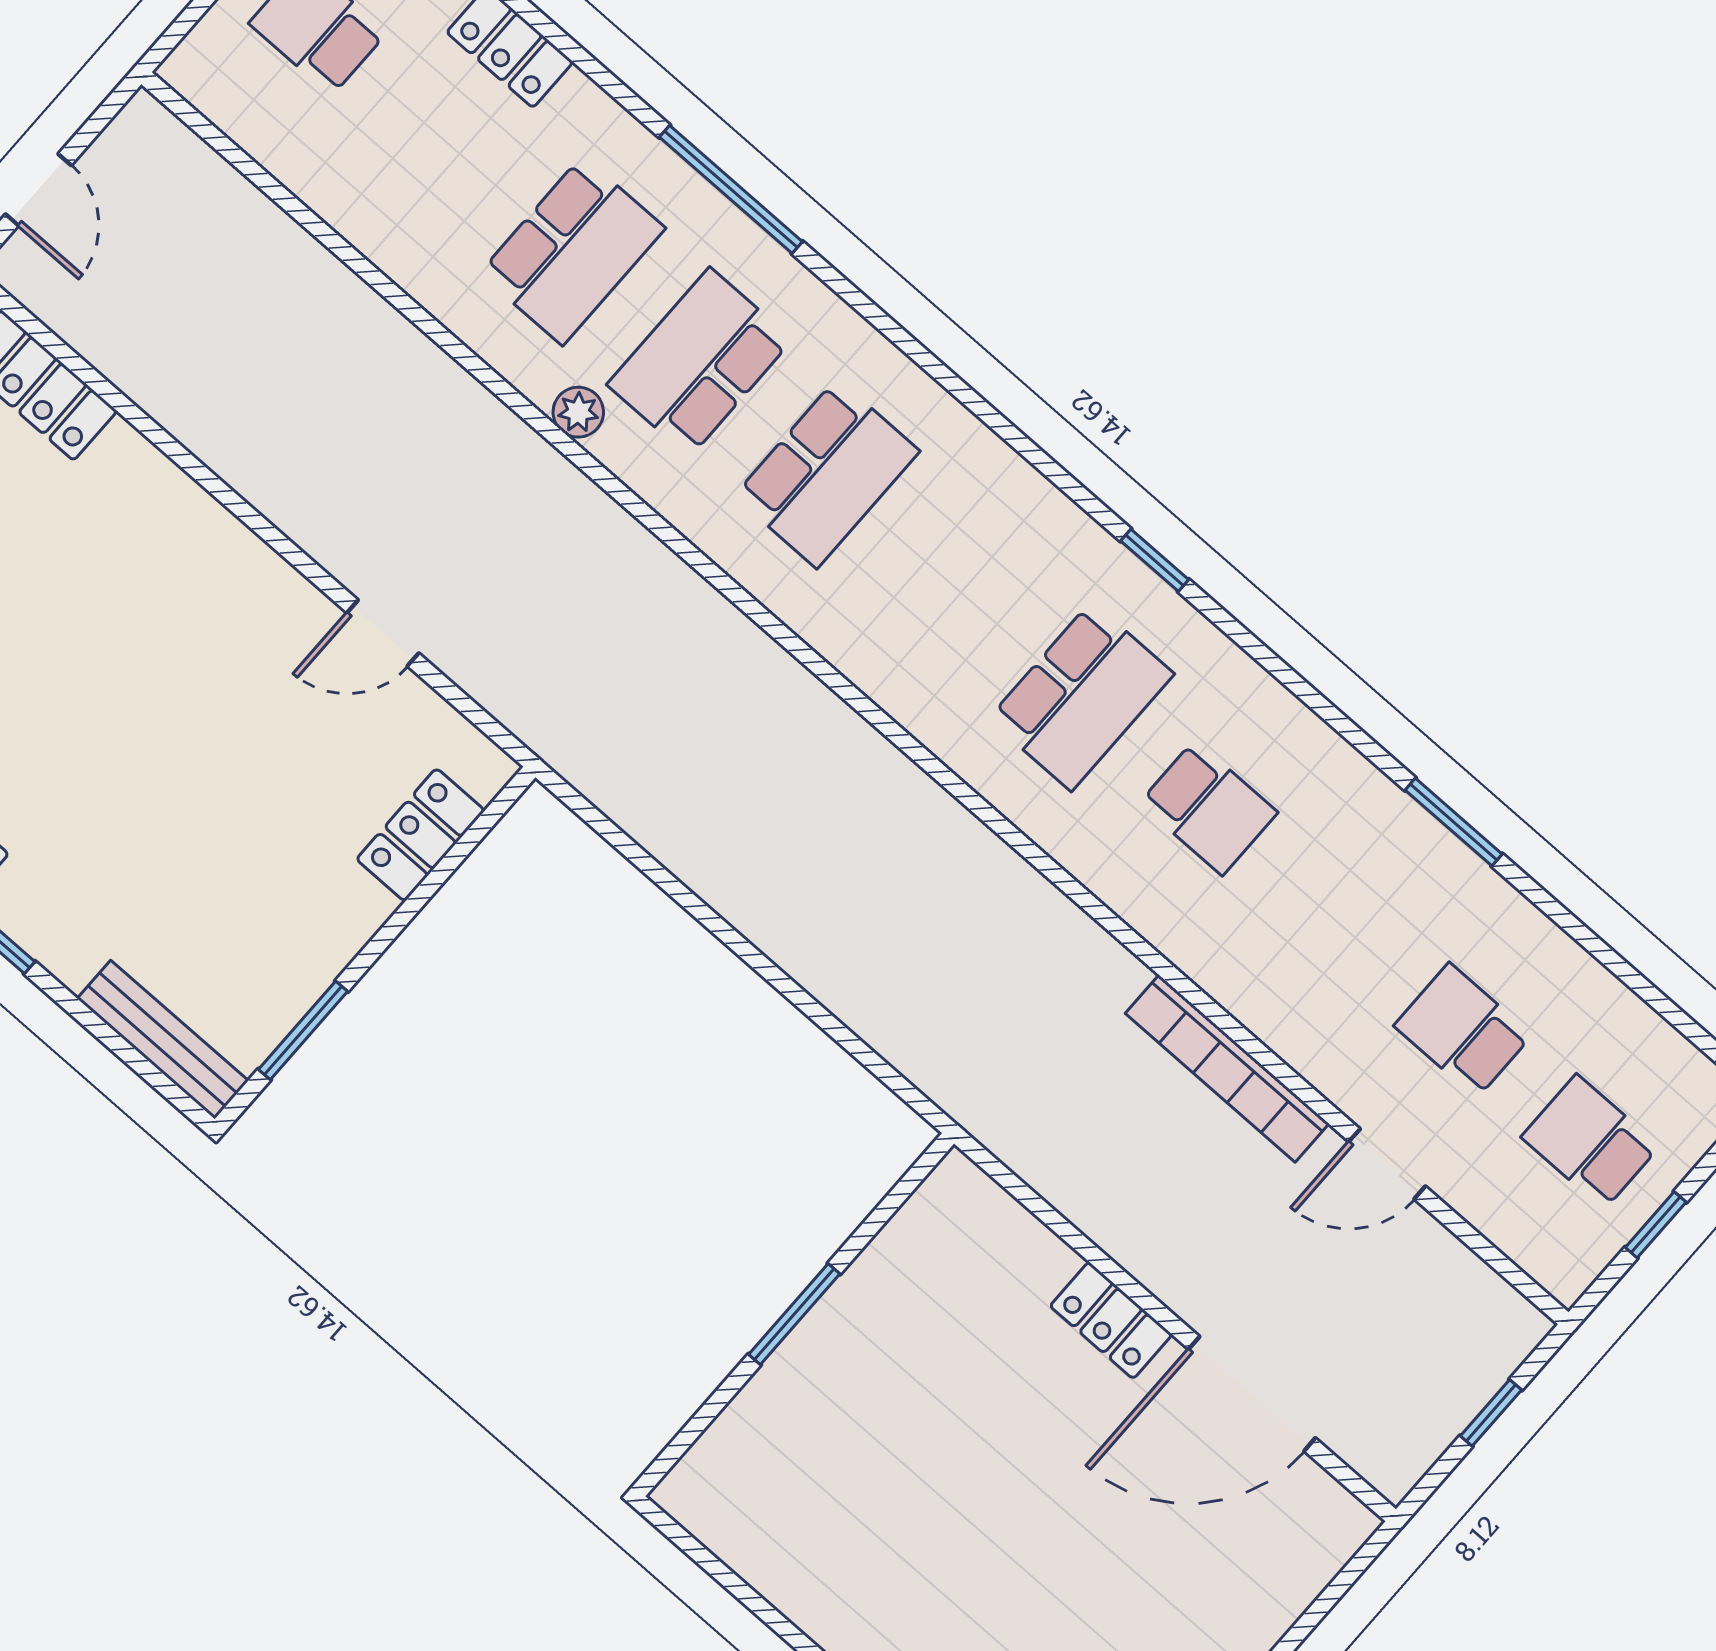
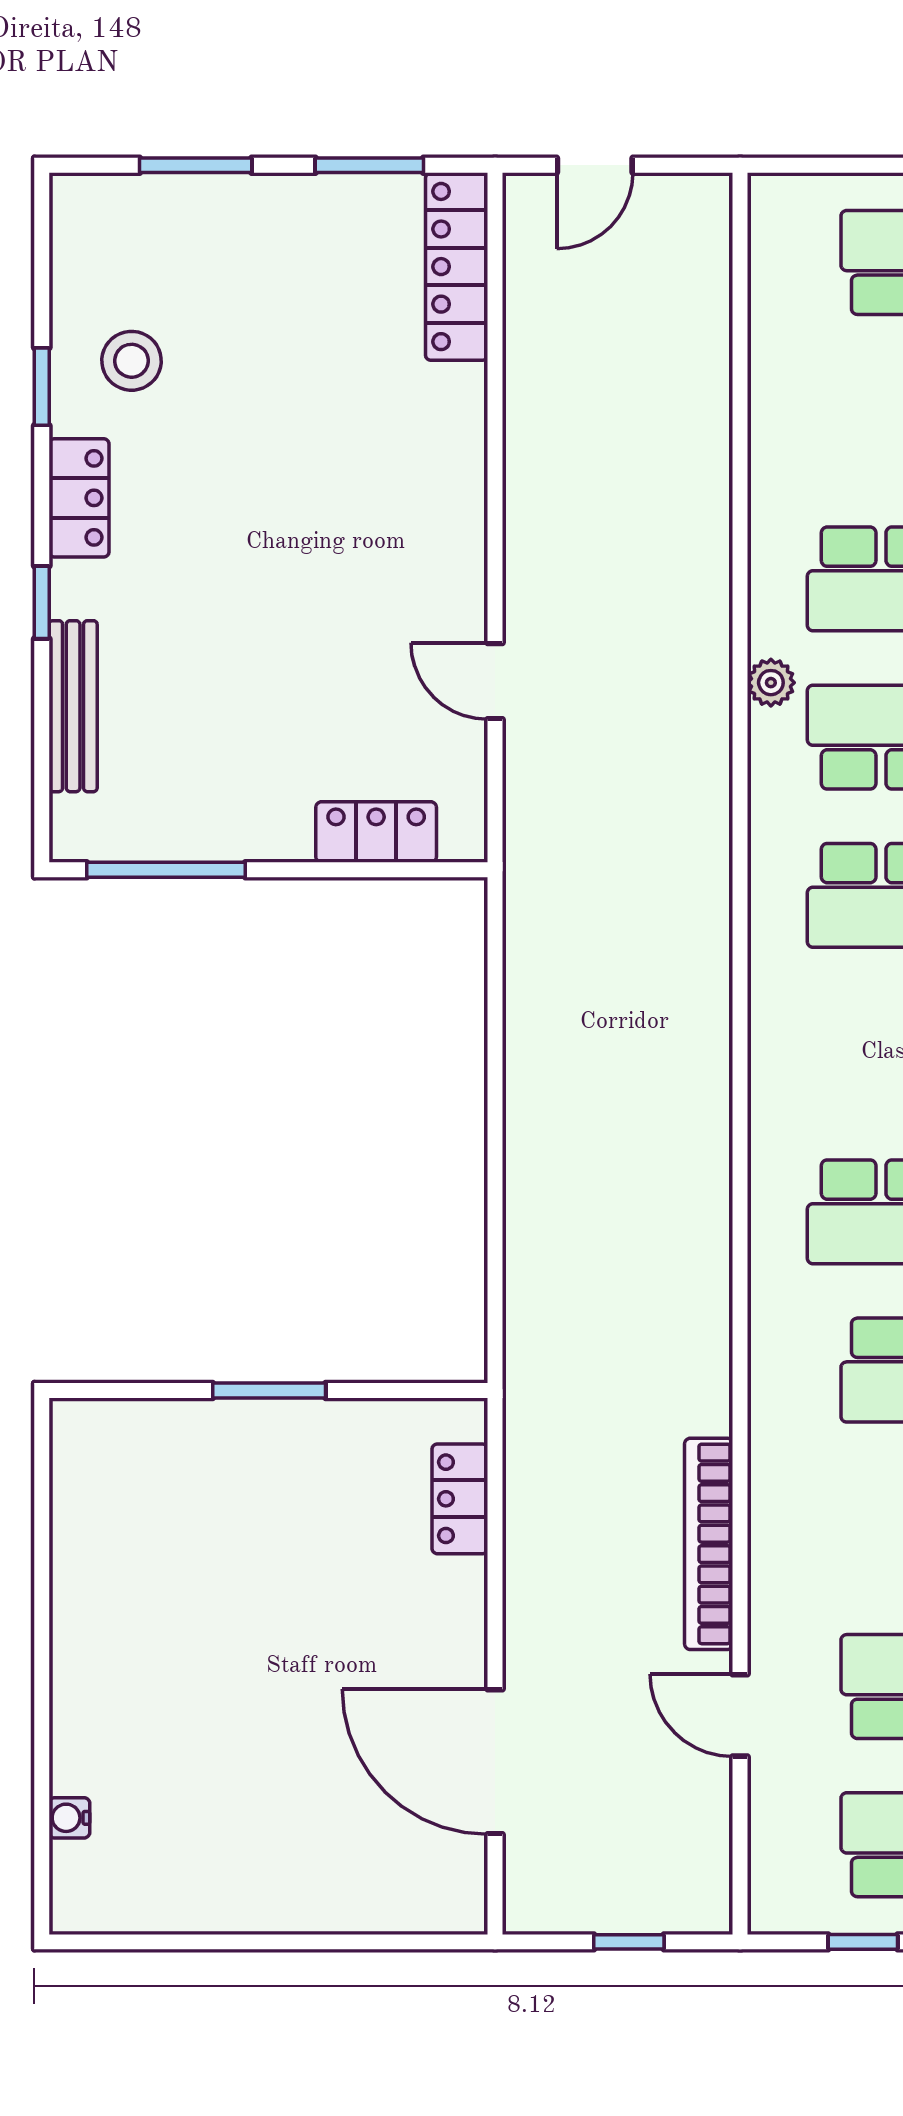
window: (303, 1030) -> (166, 870), width x1.44
bench: (163, 1040) -> (73, 706), moved
locker: (1111, 1320) -> (460, 1499), moved

